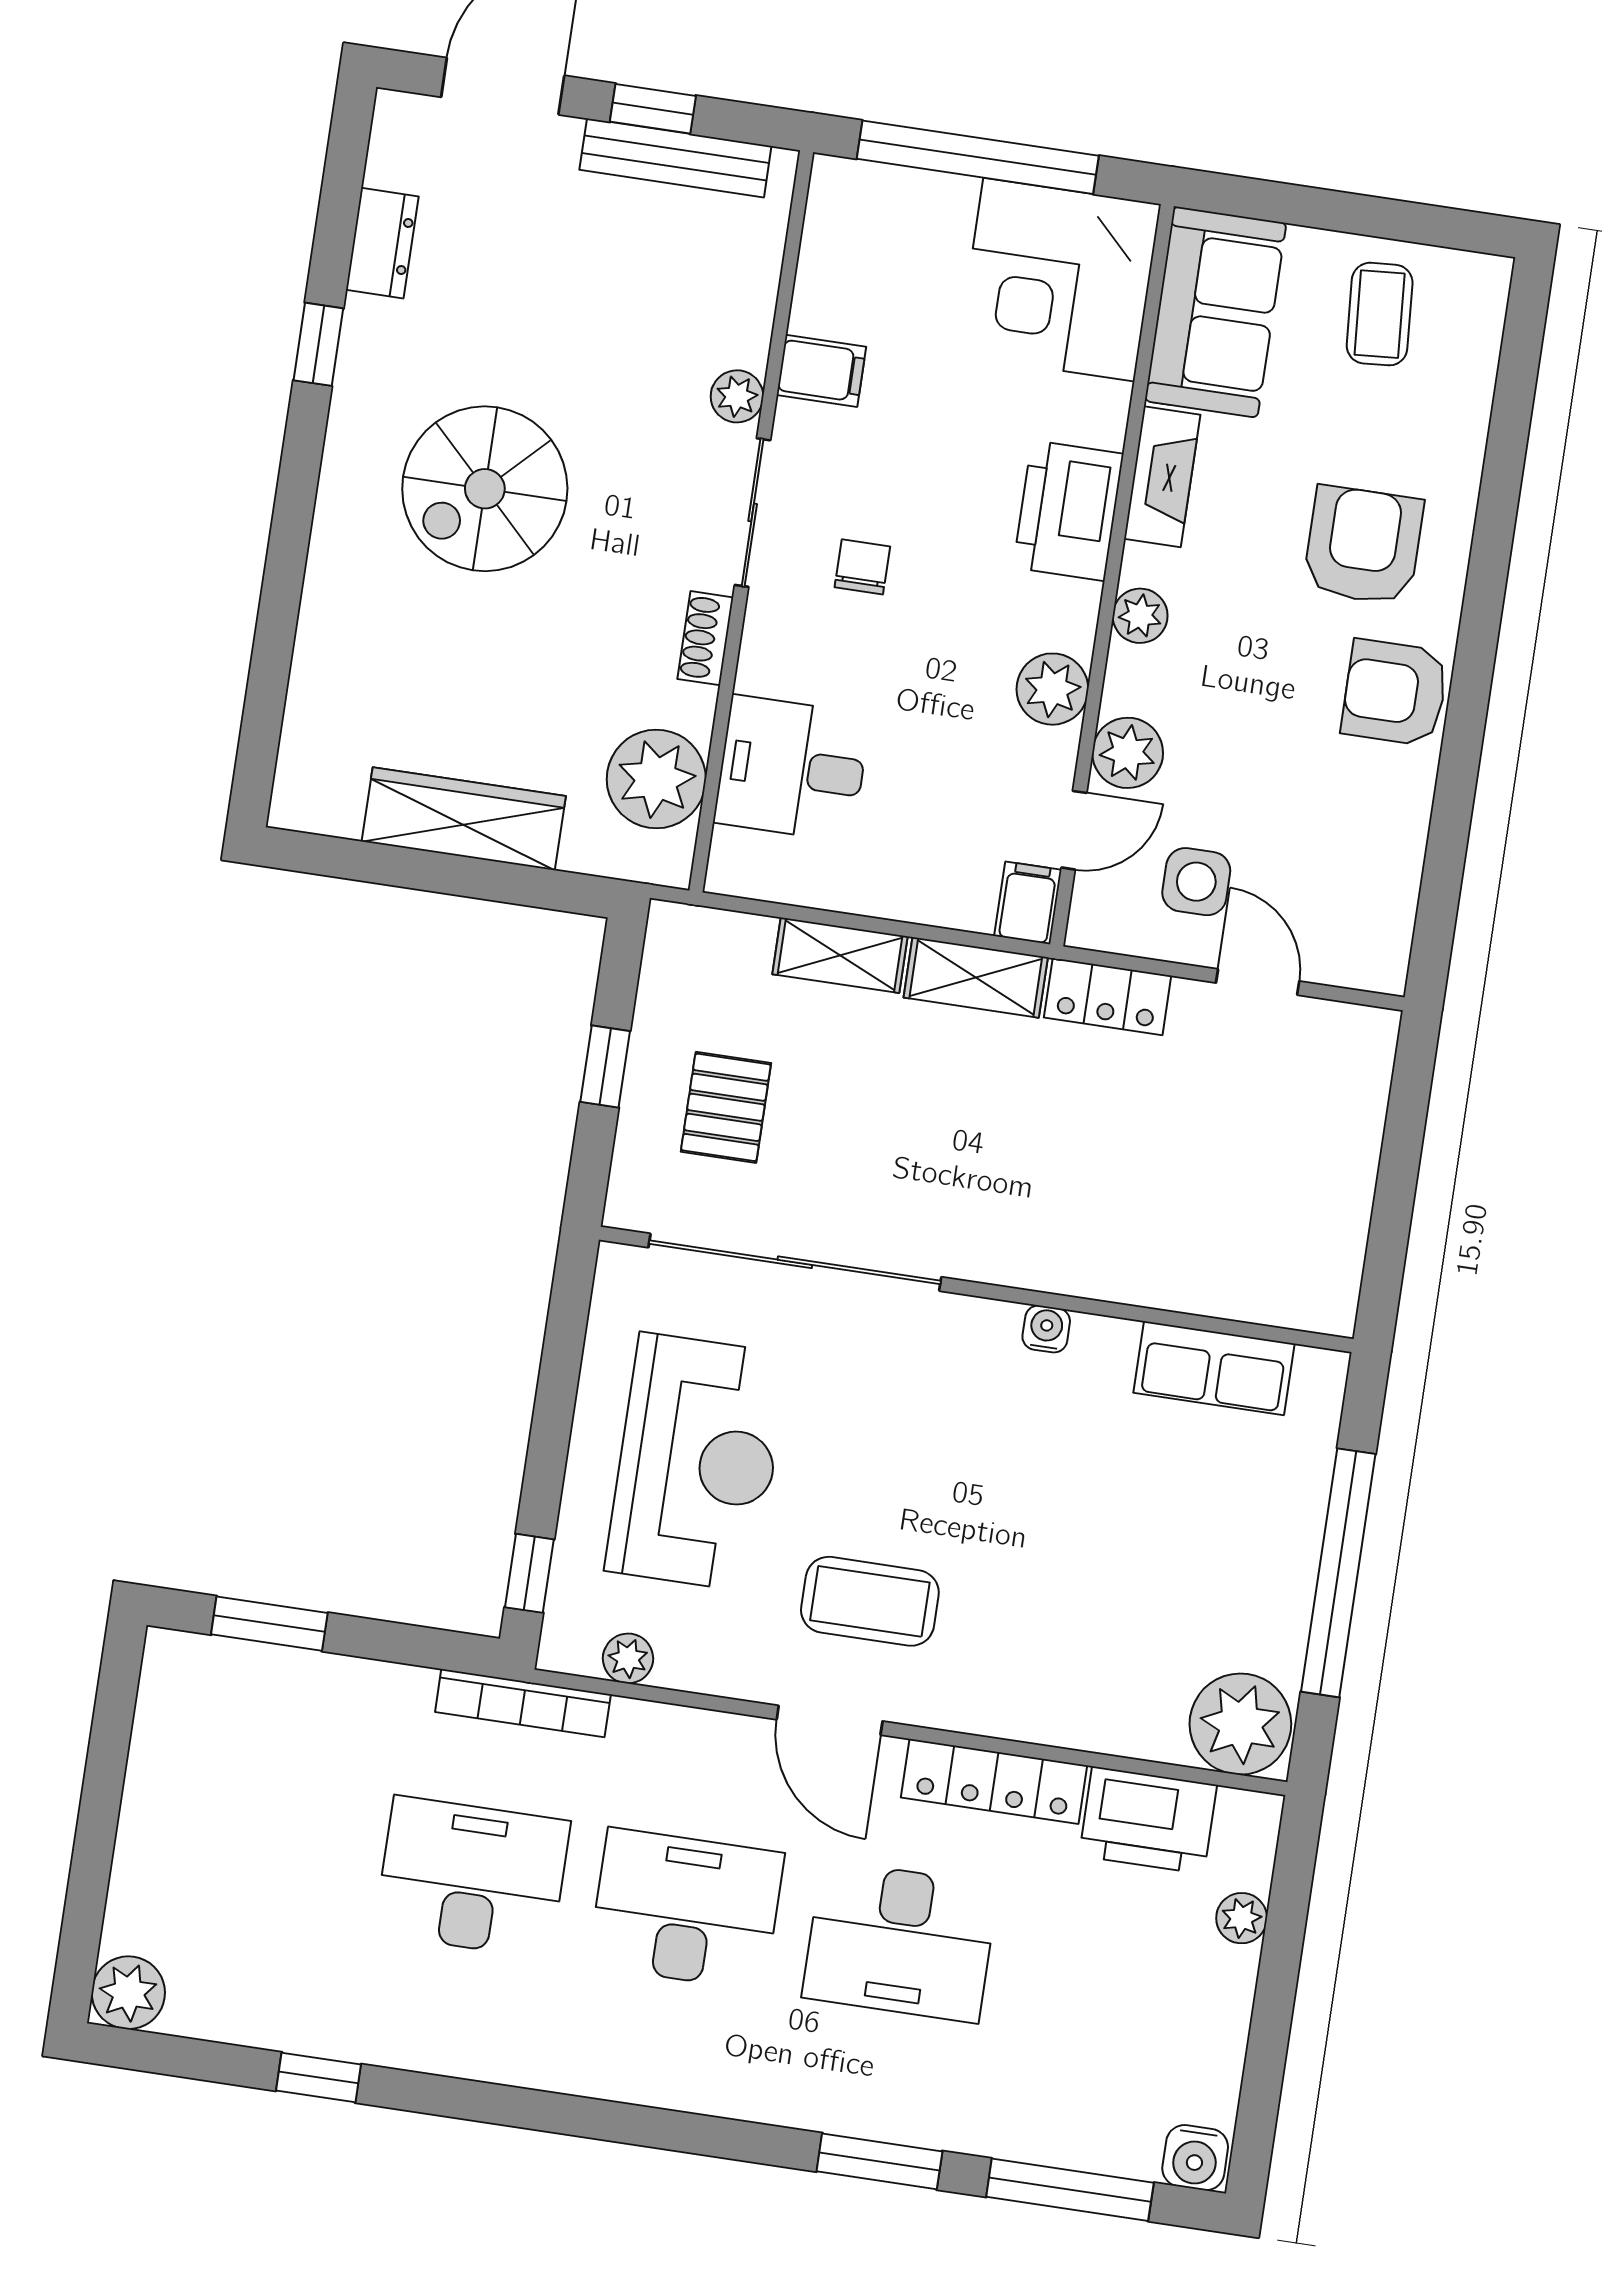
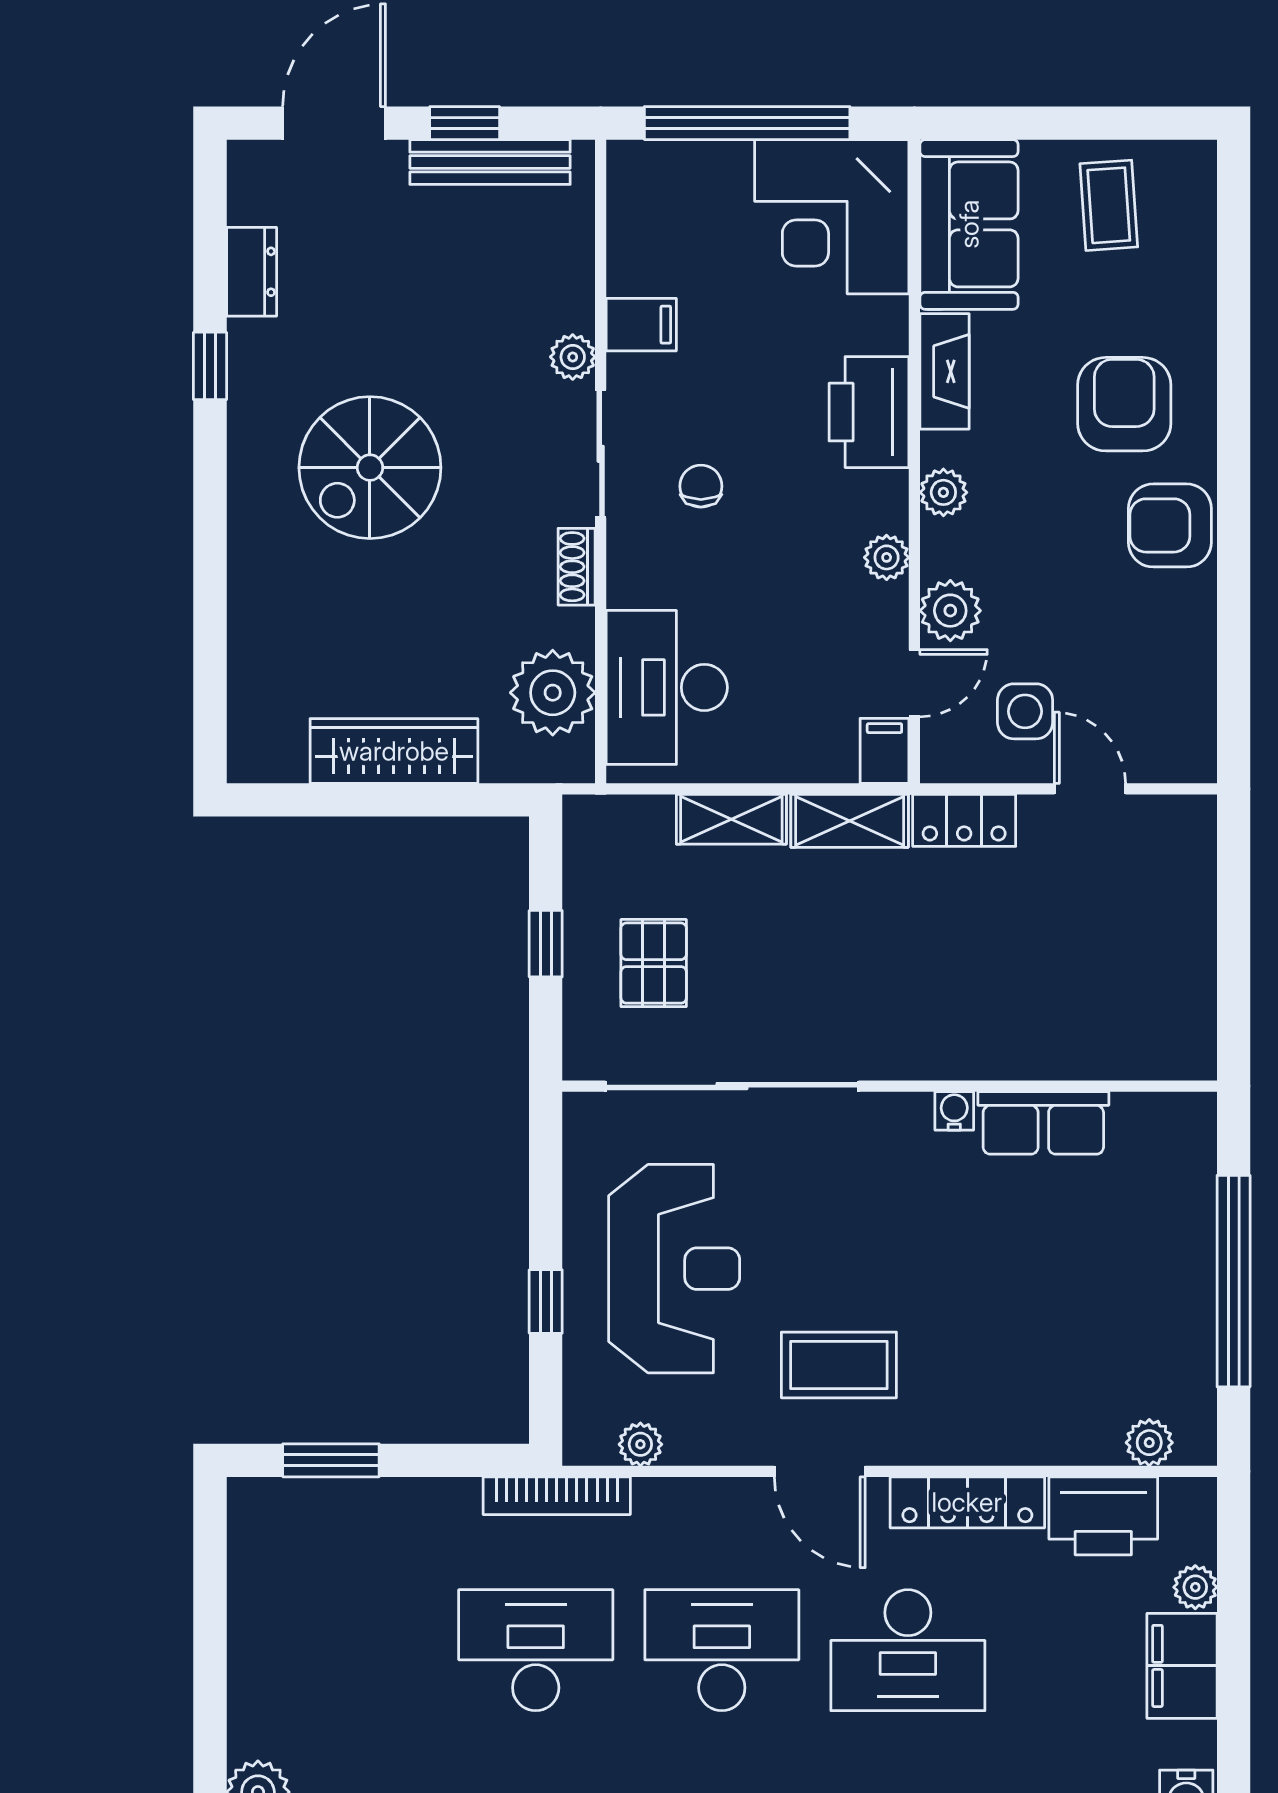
plant: (1052, 689) -> (887, 557), width x0.73, depth x0.73
desk: (792, 769) -> (667, 687), width x1.37
row of seats: (1214, 1368) -> (1043, 1123), moved
window: (529, 1573) -> (546, 1302), moved
plant: (1240, 1724) -> (1149, 1443), width x0.53, depth x0.53
filing cabinet: (1213, 2006) -> (1182, 1666), added

